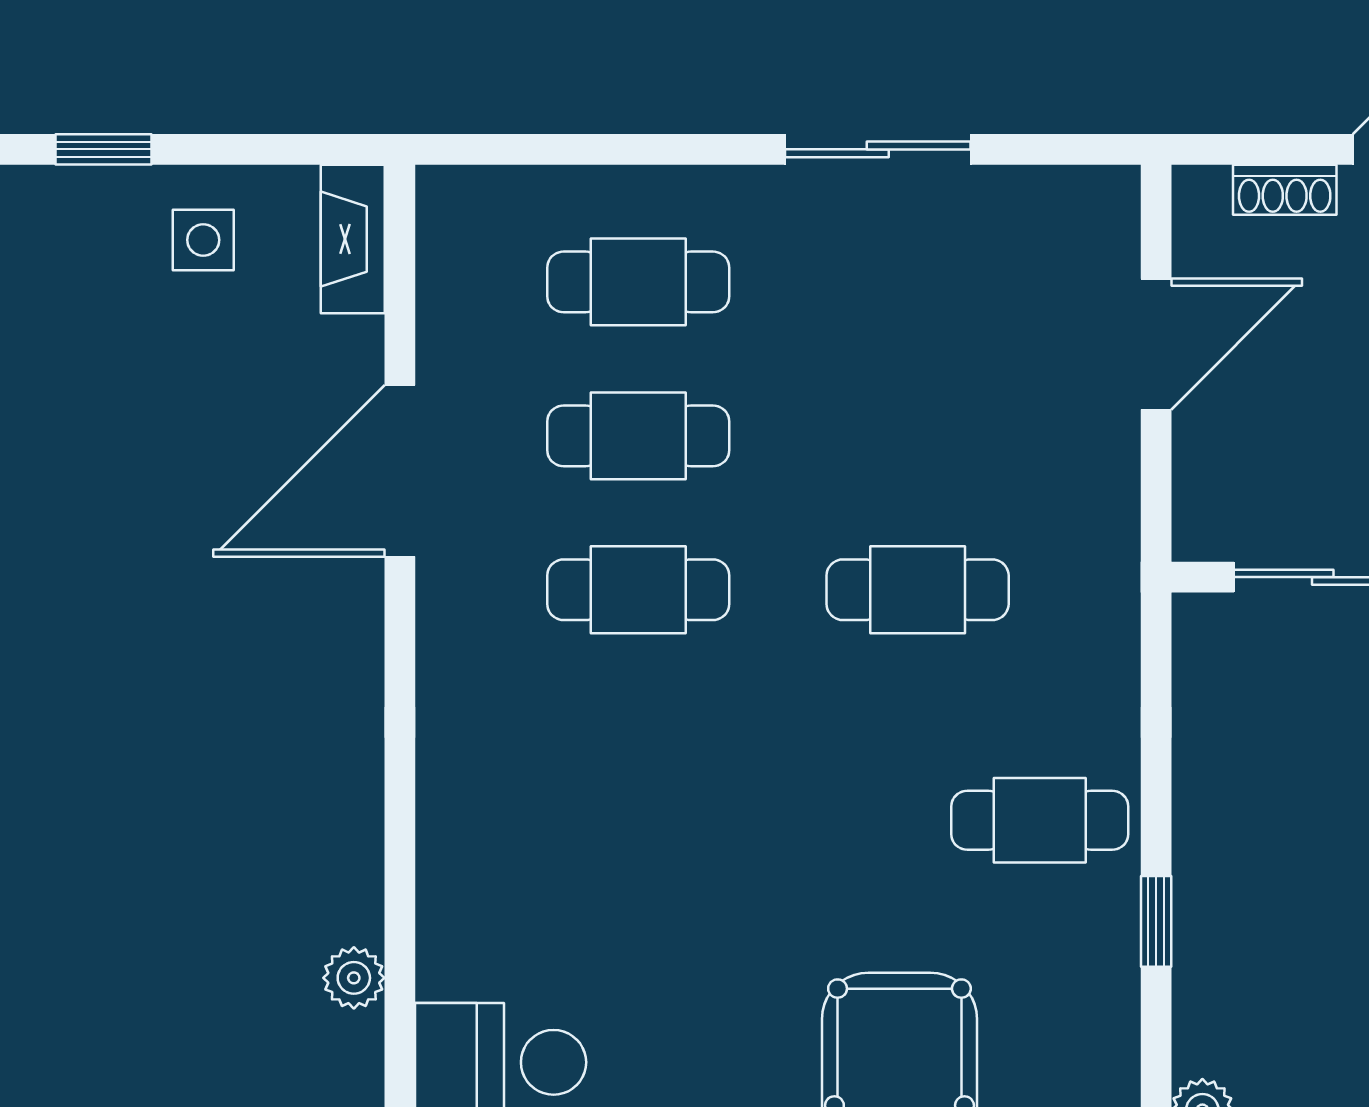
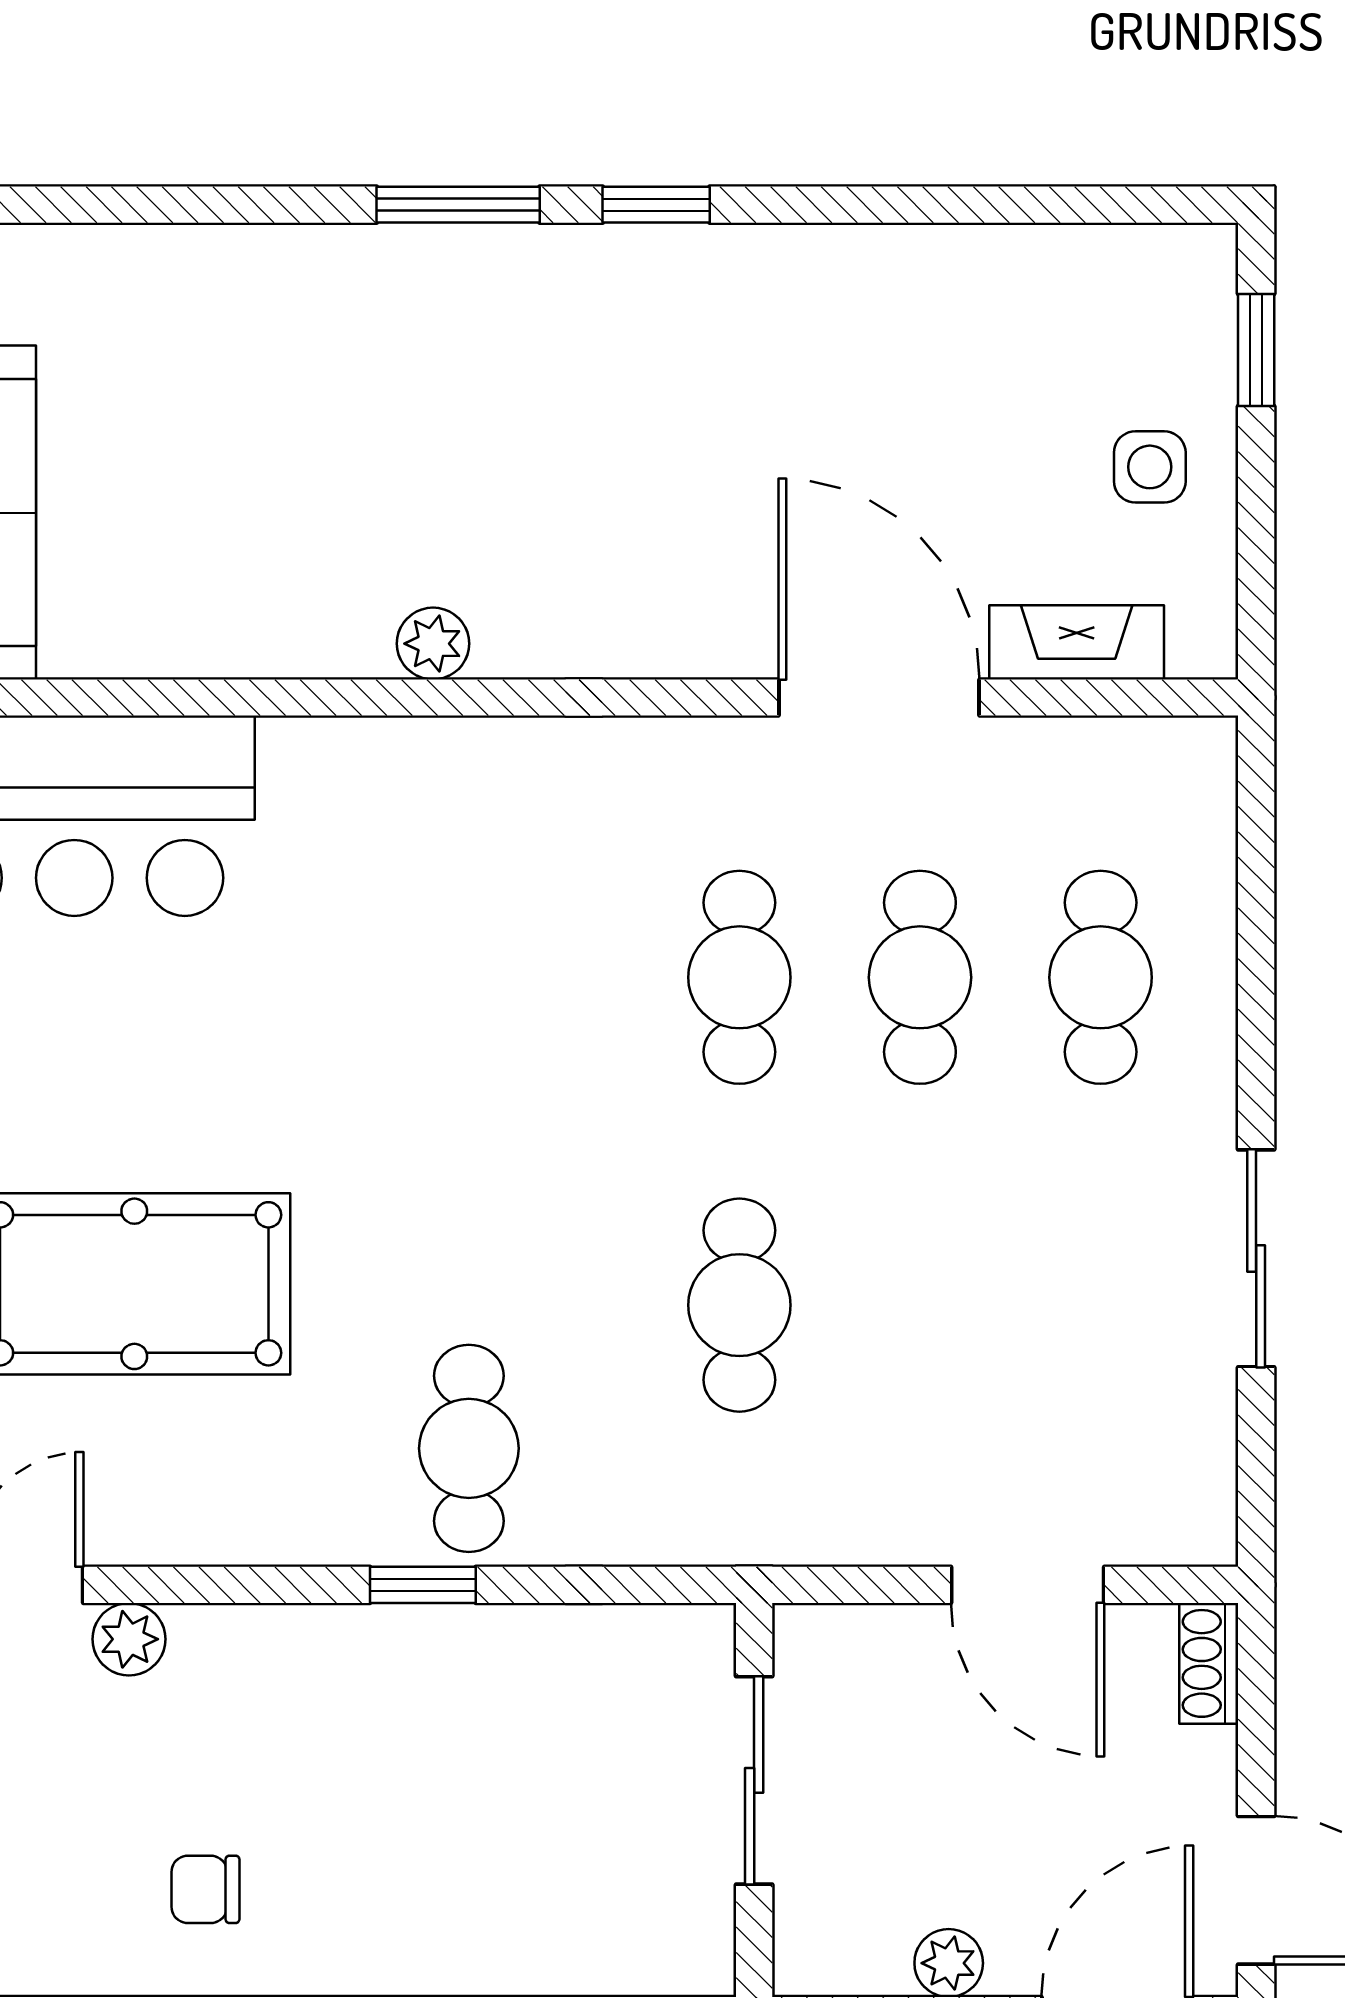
shoe rack: (1285, 190) -> (1209, 1663), moved
fireplace: (353, 239) -> (1077, 642), moved
window: (1156, 921) -> (423, 1585), moved
plant: (354, 978) -> (433, 644), moved

